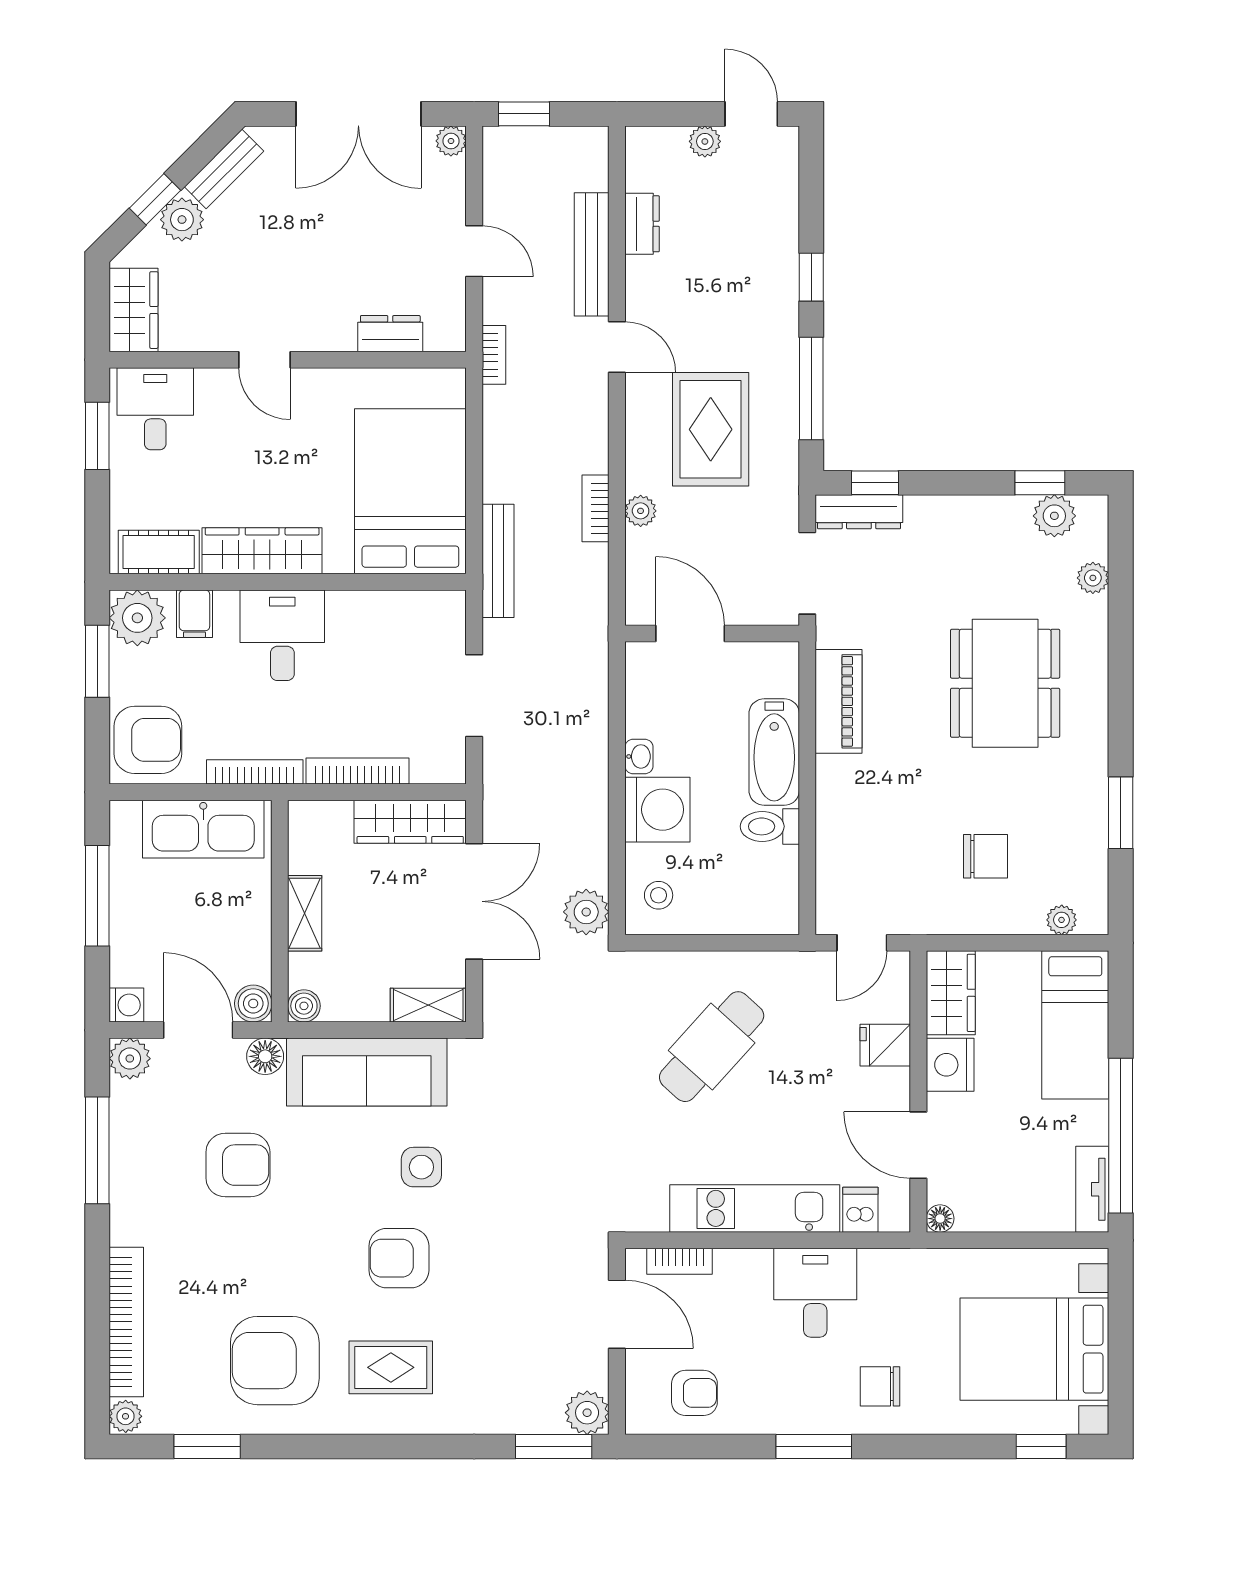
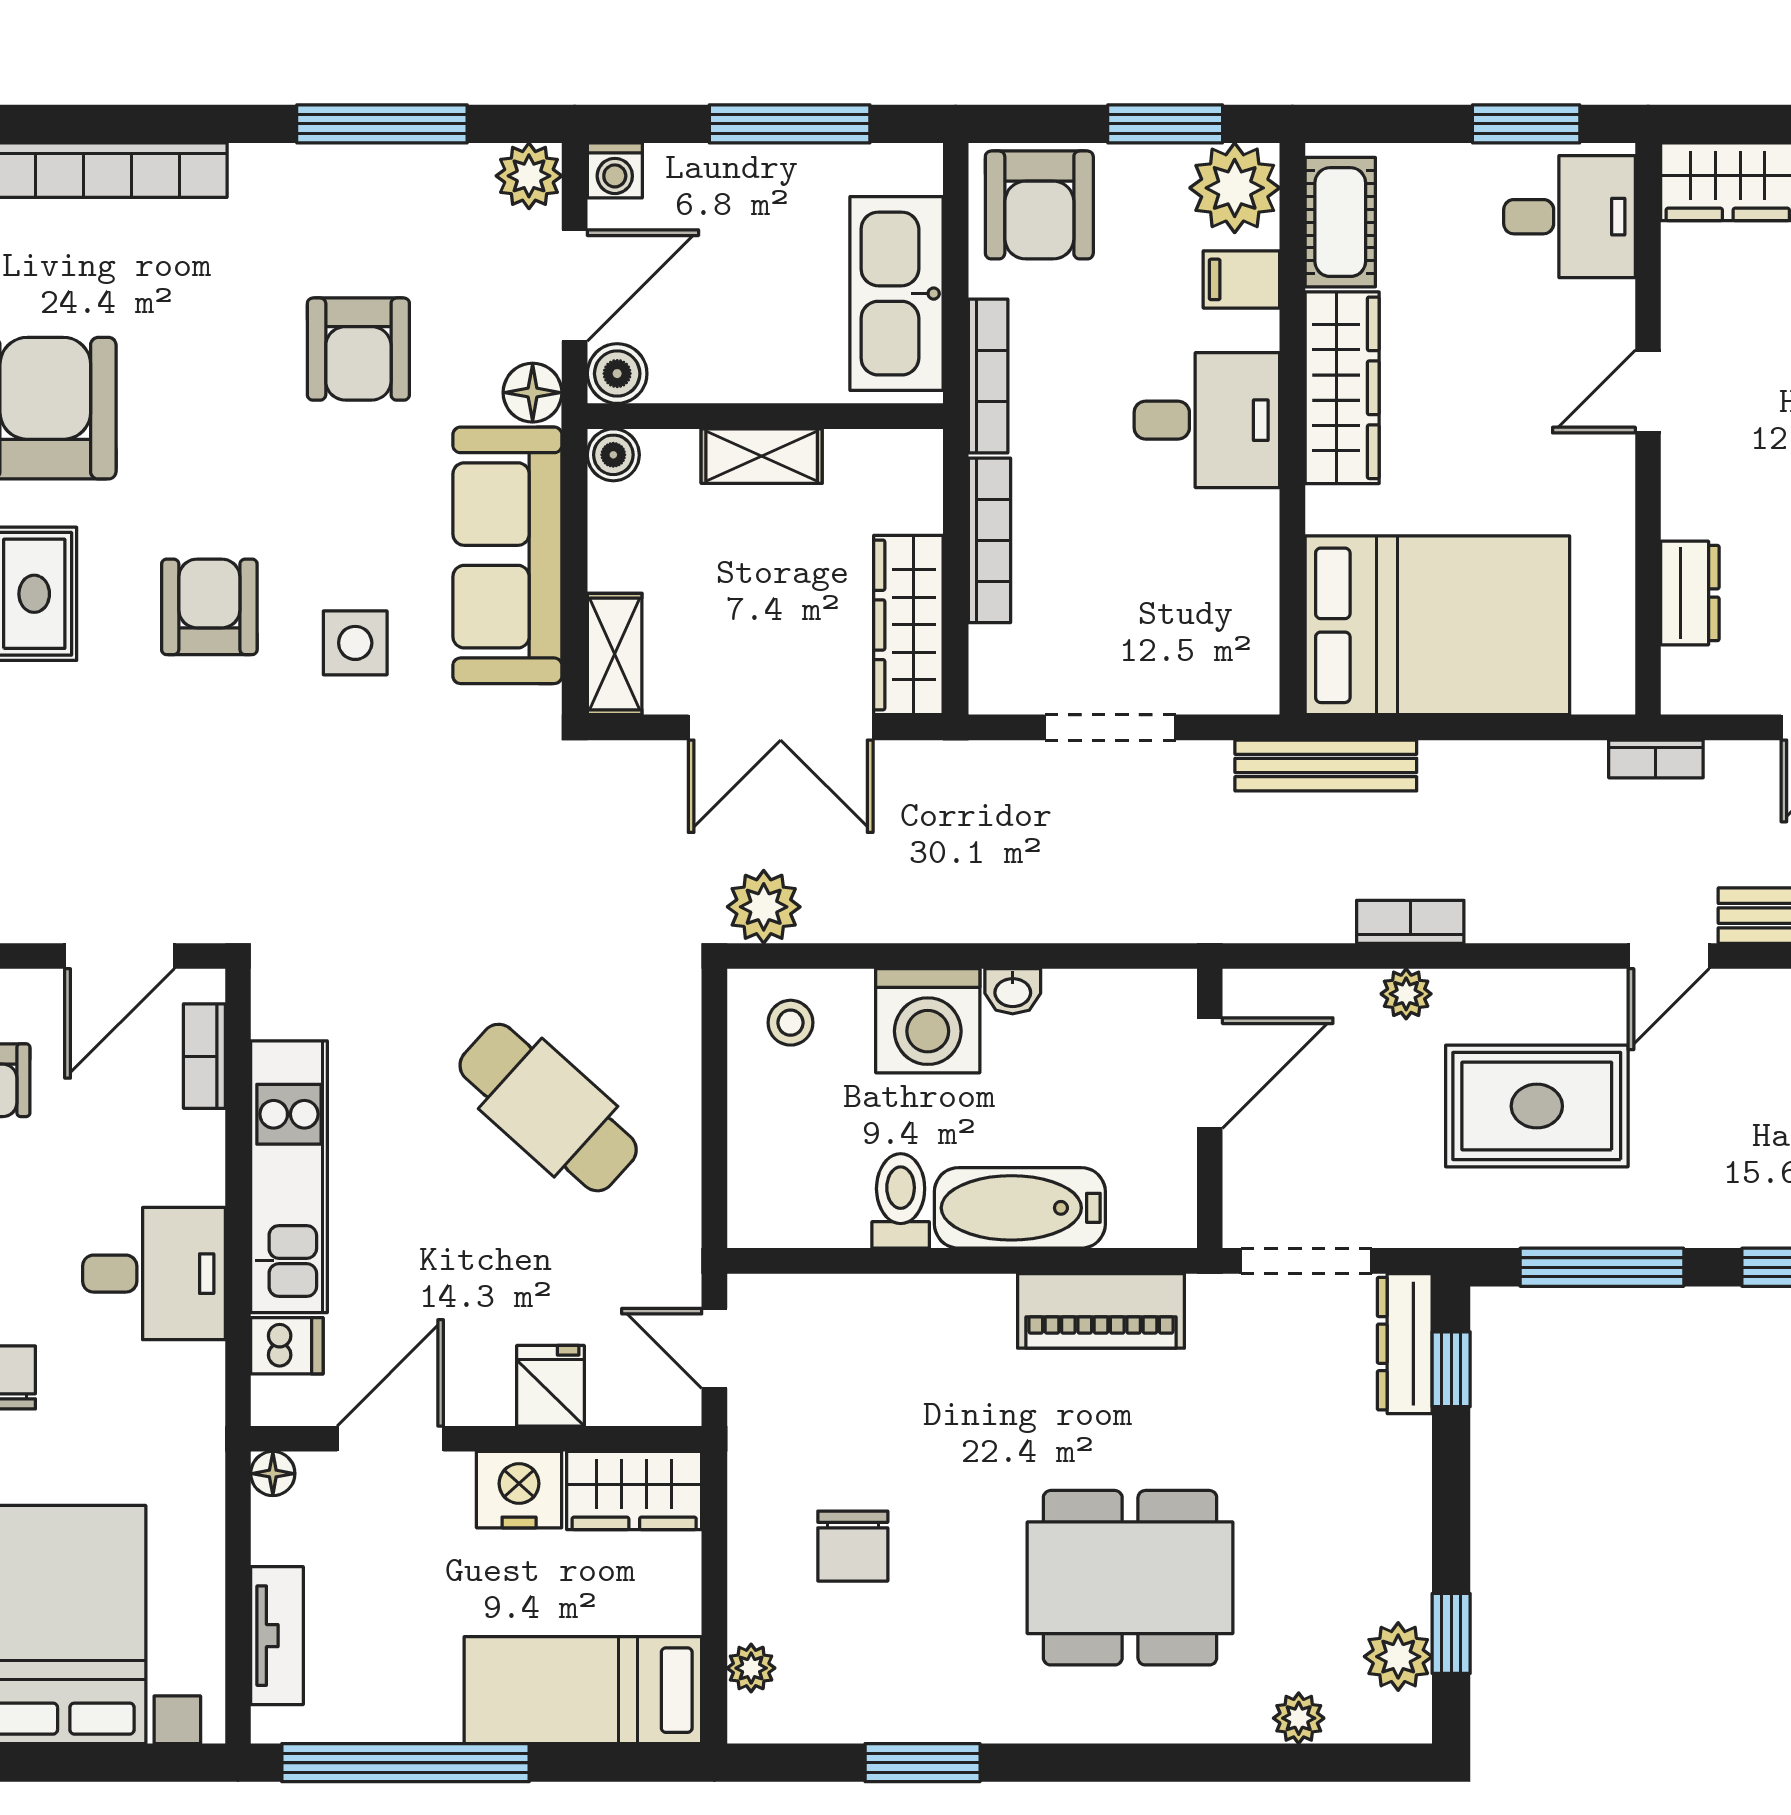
tv unit: (1092, 1189) -> (277, 1636), moved, turned 90

